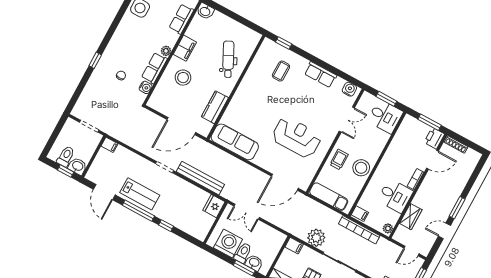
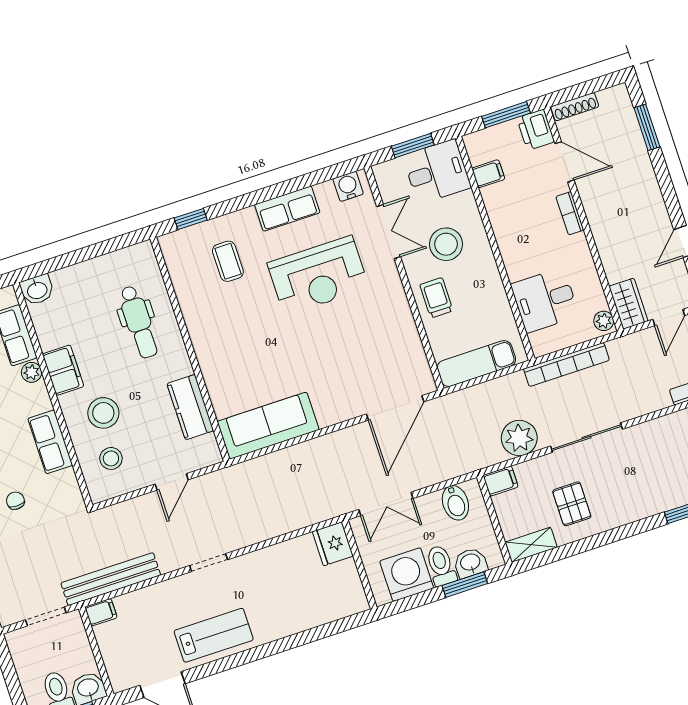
plant: (166, 51) -> (32, 372), moved
dental chair: (228, 59) -> (139, 322), turned -153
water cooler: (146, 87) -> (67, 481), removed
stool: (169, 96) -> (111, 458), added
door: (181, 126) -> (172, 482), width x0.53
reception desk: (297, 137) -> (318, 276), moved, turned 180
door: (432, 160) -> (565, 162), hinge flipped
stool: (361, 168) -> (446, 244), moved
bench: (200, 178) -> (111, 579), moved
desk: (395, 196) -> (545, 300), moved, turned 180
window: (457, 208) -> (647, 127), moved
window: (138, 211) -> (236, 660), removed
filing cabinet: (360, 214) -> (488, 174), moved
wardrobe: (411, 217) -> (628, 304), moved
window: (166, 226) -> (296, 640), removed
bidet: (271, 237) -> (455, 503), added

